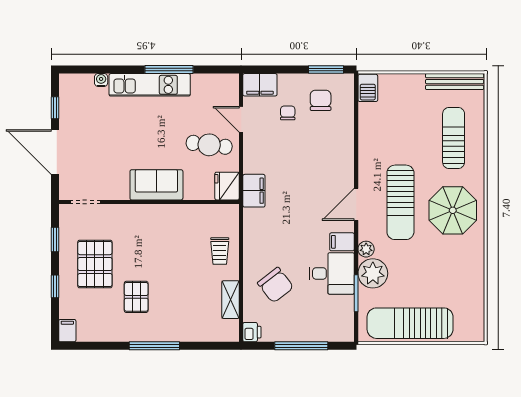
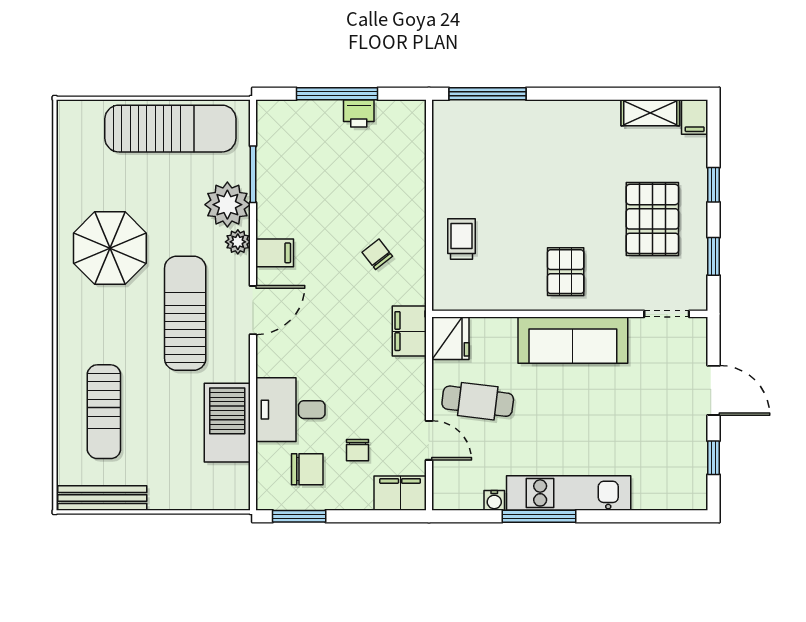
water cooler: (101, 80) -> (494, 500), moved
barbecue: (368, 88) -> (227, 423), moved, width x1.88, depth x1.53
chair: (321, 100) -> (307, 469), turned -90
door: (55, 152) -> (714, 390), width x0.73
sofa: (156, 185) -> (573, 340), width x1.36
parasol: (453, 210) -> (110, 248), moved
desk: (332, 273) -> (290, 410), moved
chair: (275, 285) -> (377, 254), moved, width x0.54, depth x0.54
pallet: (136, 297) -> (566, 272), moved
shelving: (231, 300) -> (650, 113), moved, turned 90
printer: (252, 332) -> (359, 113), moved, turned -90
window: (154, 346) -> (487, 94), moved

